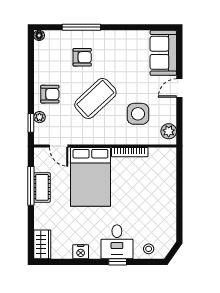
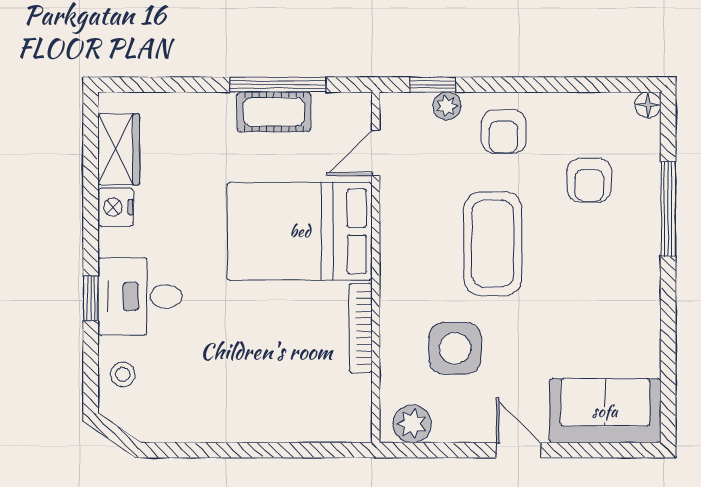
armchair: (82, 57) -> (589, 180), moved
coffee table: (95, 98) -> (493, 244), turned 43
wardrobe: (42, 244) -> (119, 149), moved, turned -90

